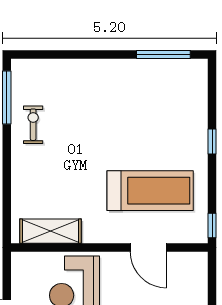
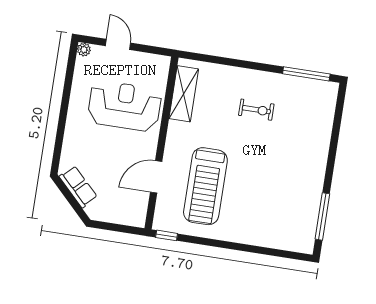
exercise bike: (33, 125) -> (256, 110), moved
window: (212, 141) -> (240, 247), removed

